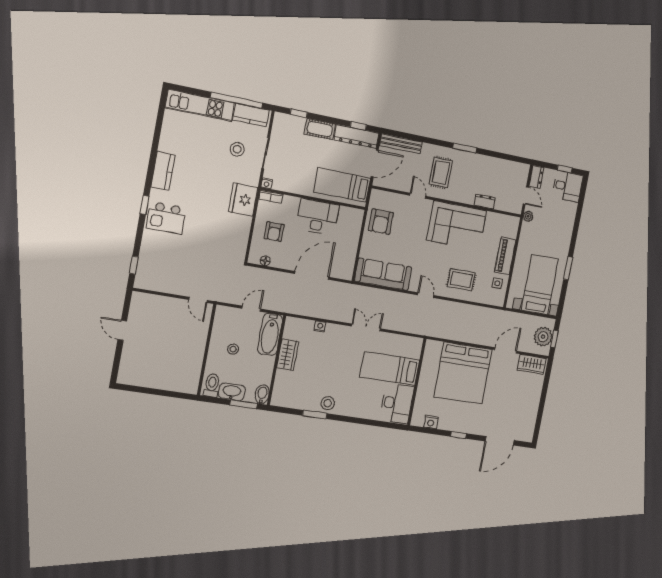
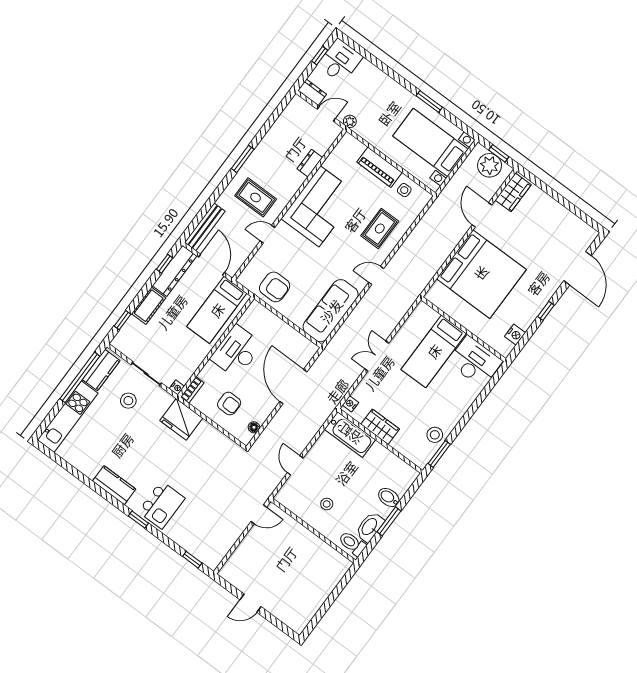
bathtub: (270, 334) -> (350, 434), moved
wardrobe: (288, 355) -> (380, 427), moved
wall: (277, 360) -> (380, 441), moved

